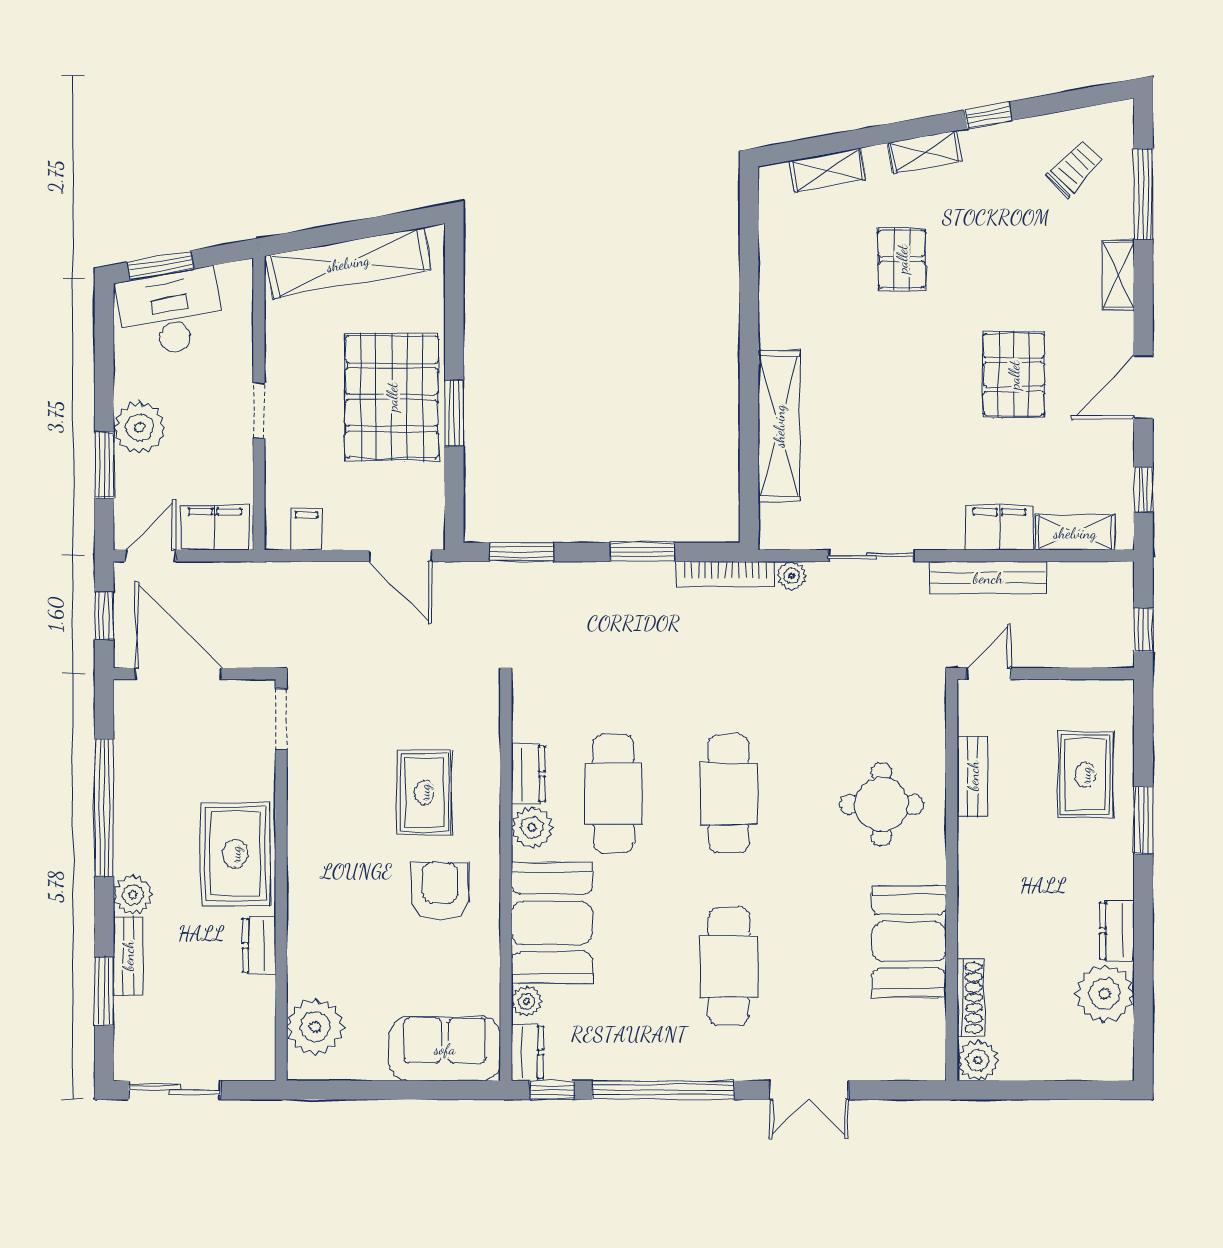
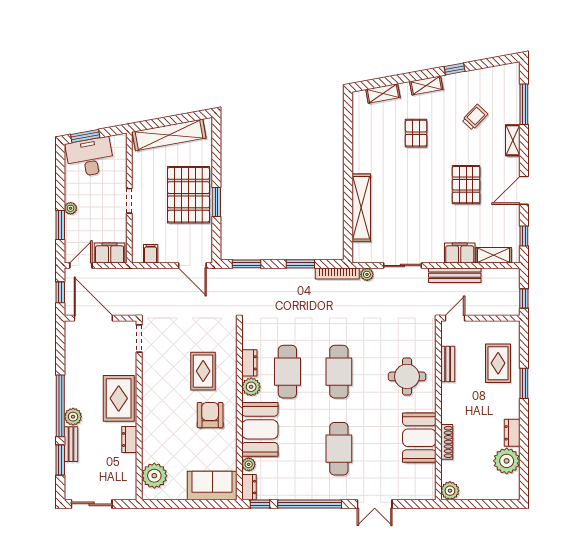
trolley: (1075, 168) -> (475, 117), moved
plant: (140, 427) -> (71, 208), width x0.53, depth x0.53
window: (104, 807) -> (60, 406), moved
shoe rack: (971, 998) -> (447, 442), moved

